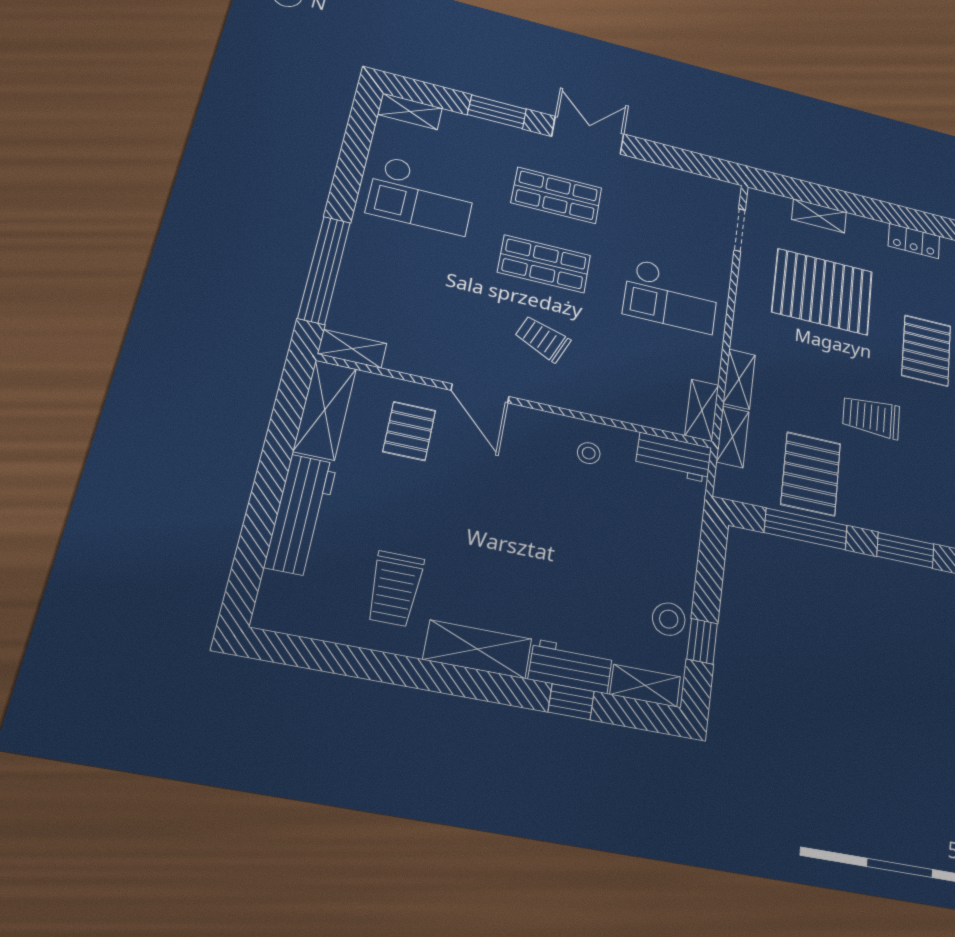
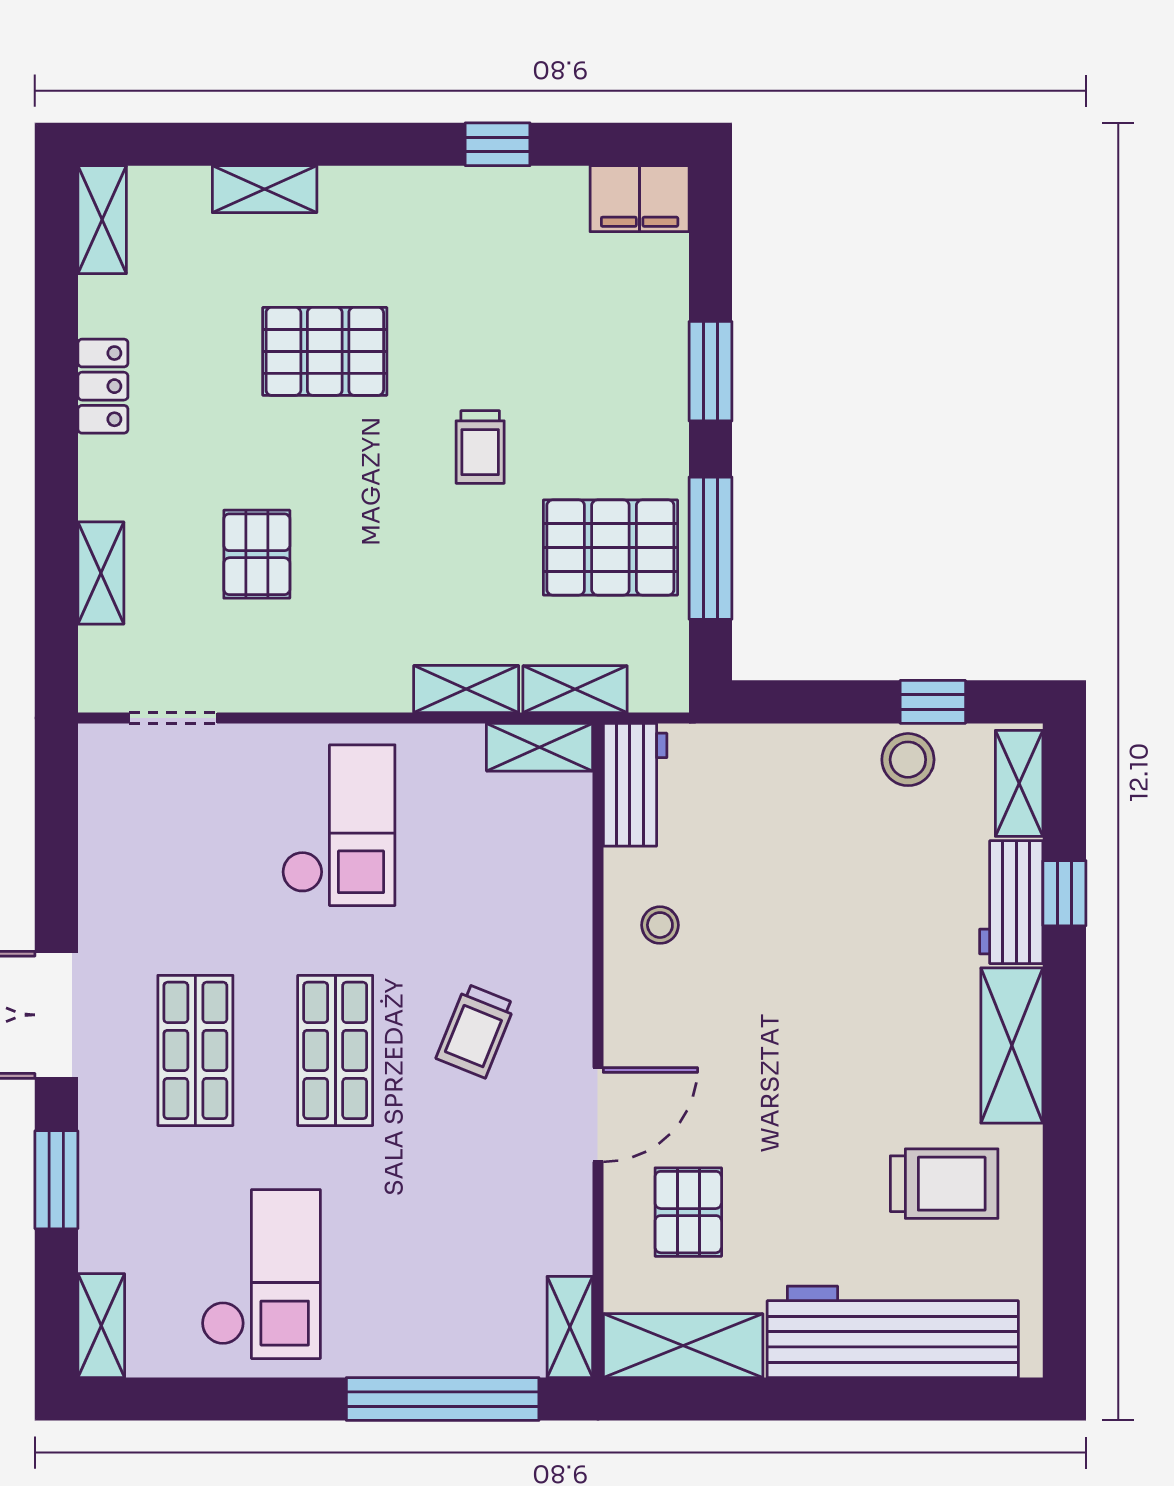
pallet: (822, 292) -> (257, 554), width x0.49, depth x0.50
trolley: (871, 417) -> (480, 447), width x0.73, depth x0.72
pallet: (409, 431) -> (688, 1212), turned 90
workbench: (301, 515) -> (893, 1332), width x1.36, depth x1.32

